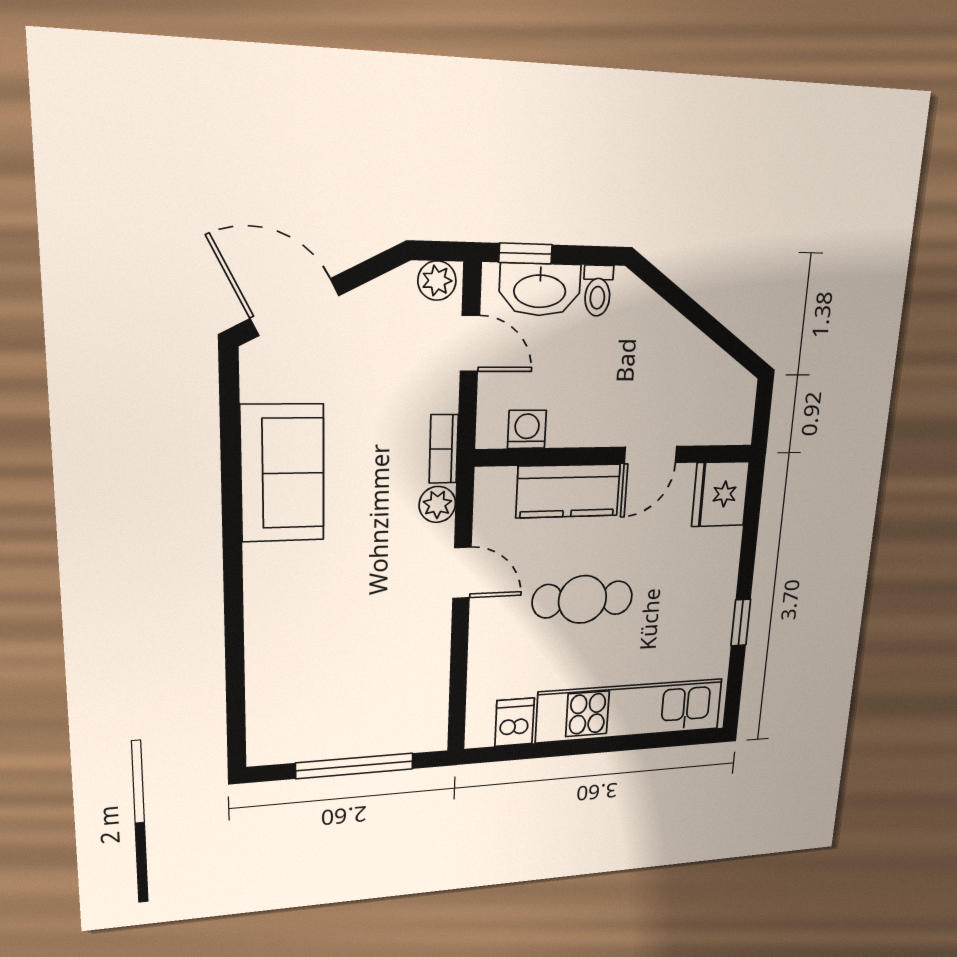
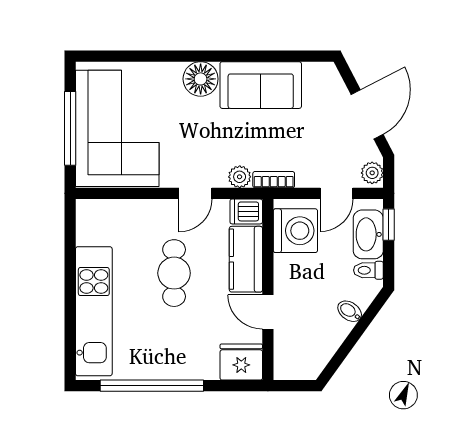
door: (295, 307) -> (367, 114), moved
bidet: (660, 323) -> (350, 311), added
washing machine: (527, 429) -> (295, 231), width x1.89, depth x1.89
floor lamp: (273, 573) -> (201, 79), added
window: (741, 623) -> (152, 386), width x3.17
corner sofa: (355, 697) -> (117, 128), added
dishwasher: (515, 722) -> (246, 211), moved, turned 180

